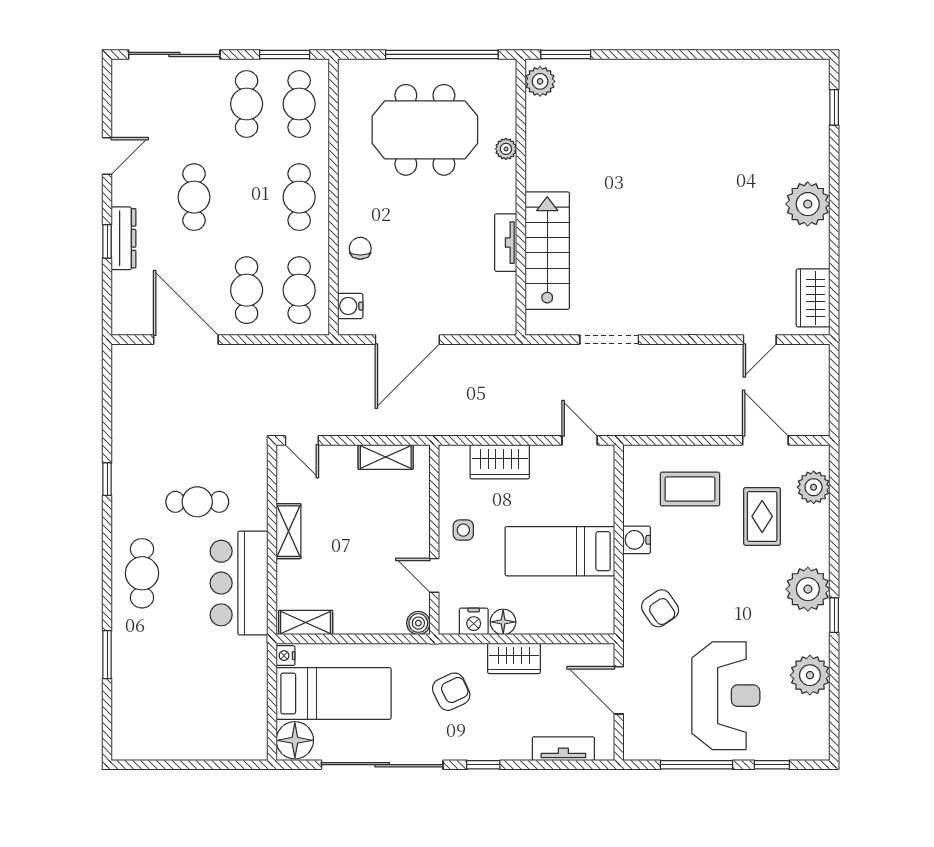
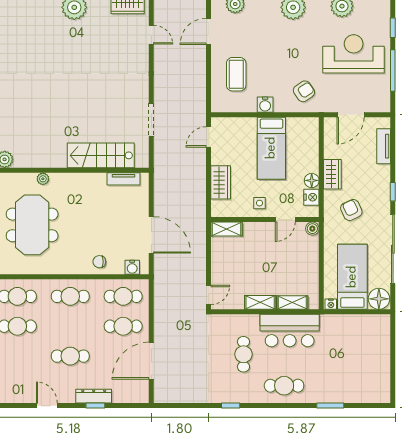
tv unit: (506, 243) -> (123, 179), moved
shelving: (386, 457) -> (227, 229), moved, turned 90
rug: (762, 516) -> (252, 33), removed
shelving: (306, 623) -> (292, 302), moved, turned 90

